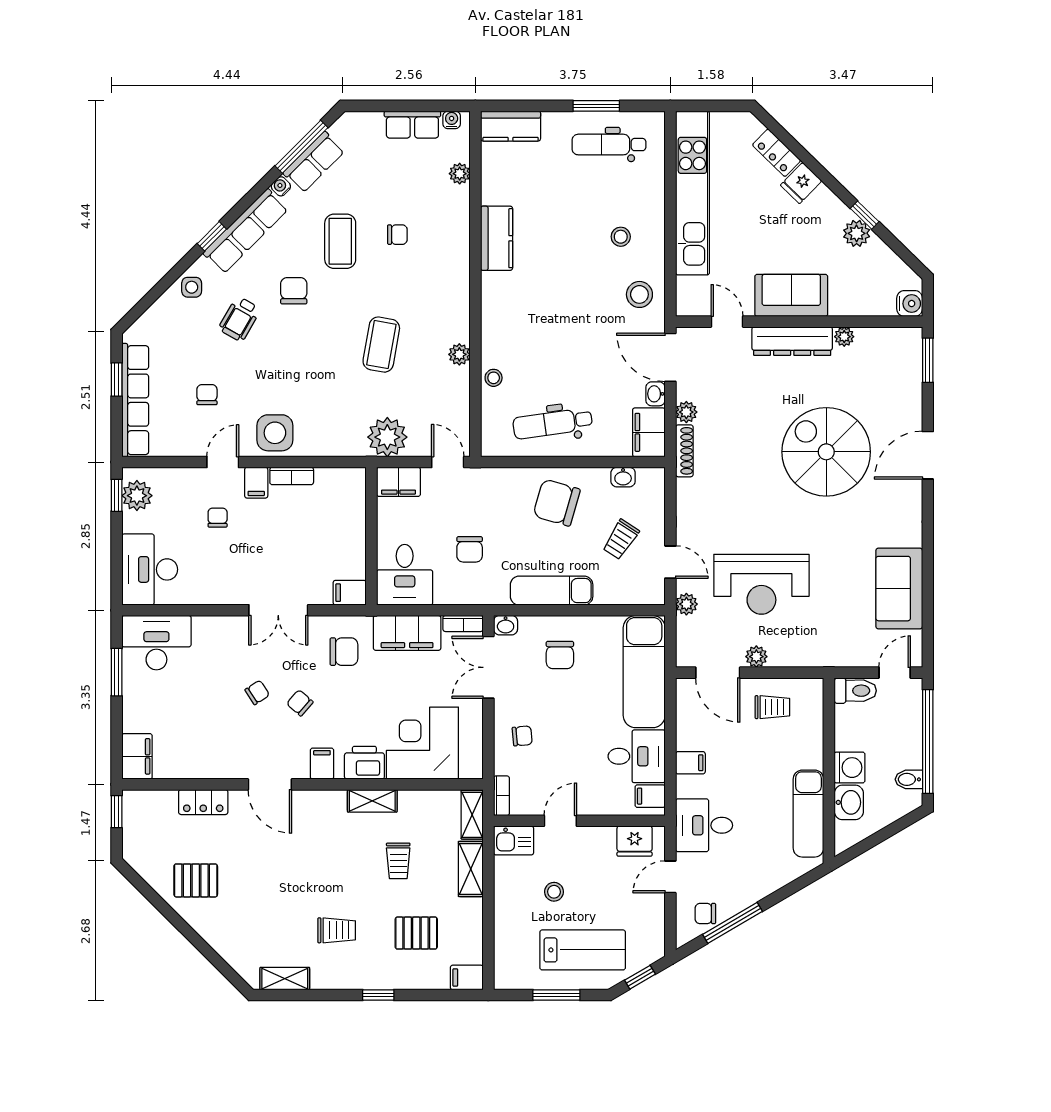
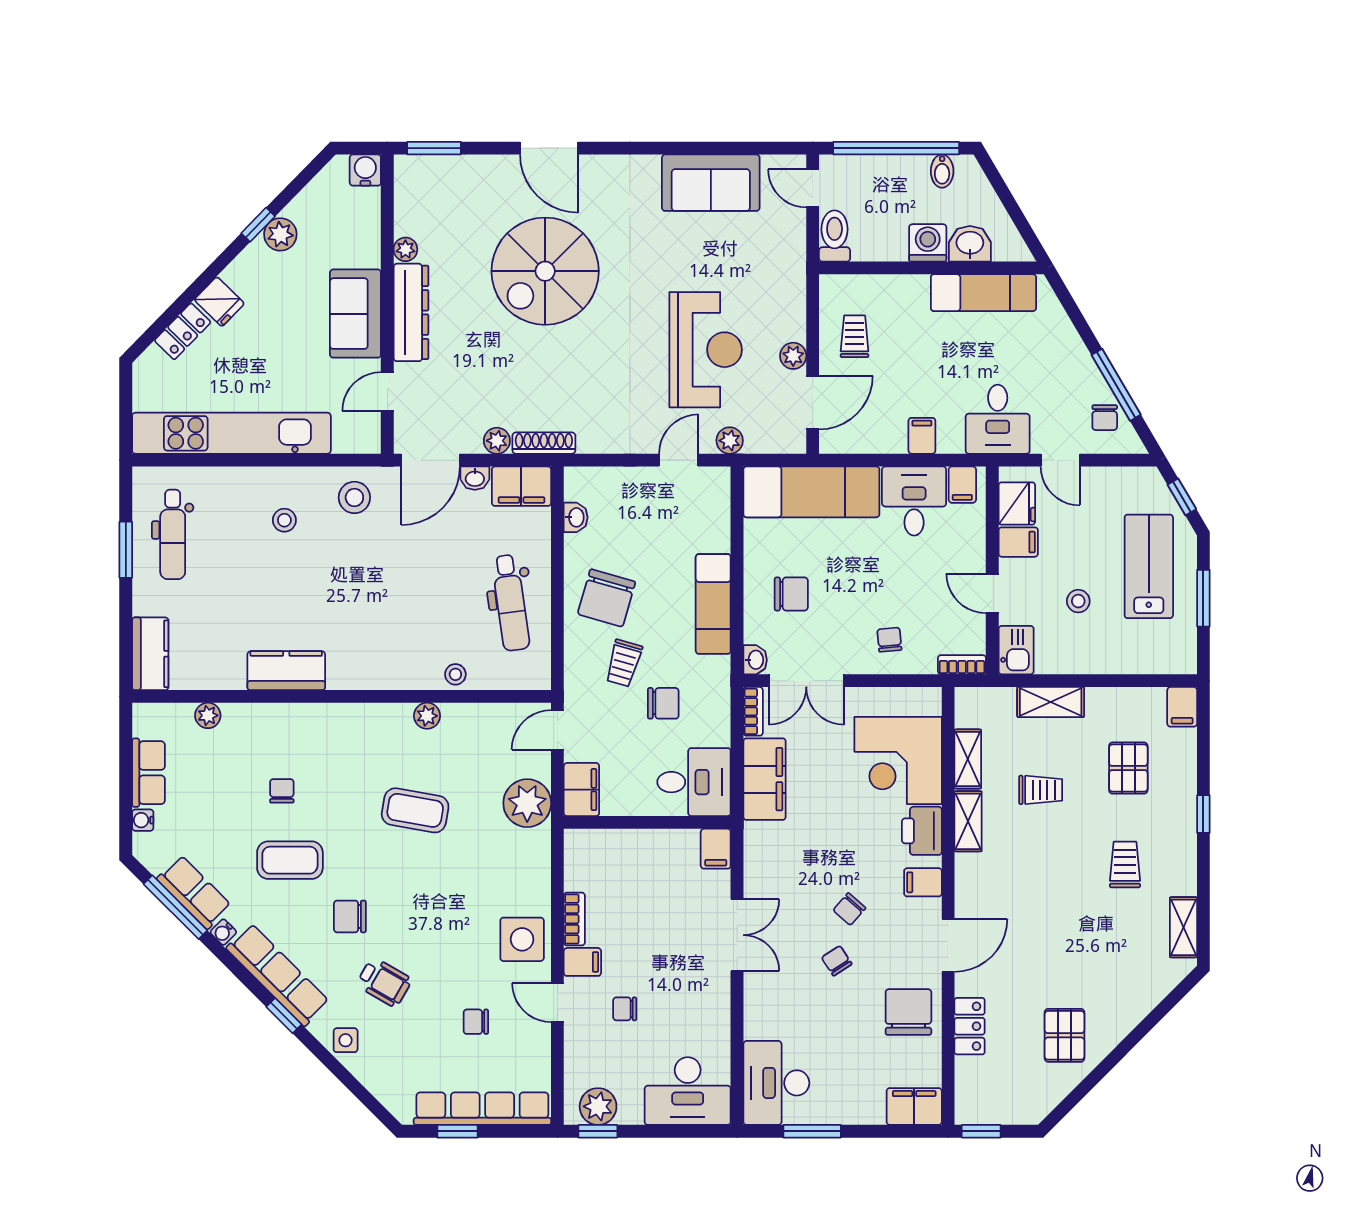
water cooler: (452, 120) -> (143, 820), moved
trolley: (621, 539) -> (624, 663), moved, turned 73
chair: (344, 652) -> (908, 1012), moved, width x1.37, depth x1.37
shelving: (472, 815) -> (968, 759), moved, turned 90
filing cabinet: (603, 842) -> (1018, 542), added

